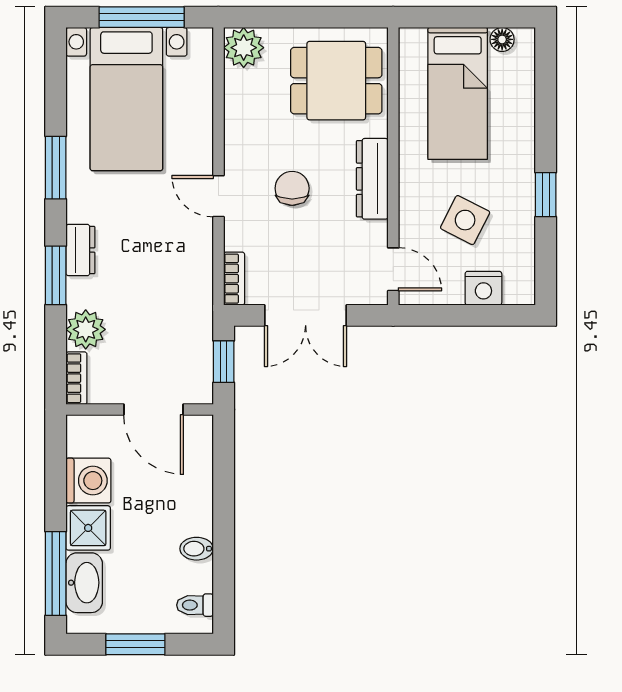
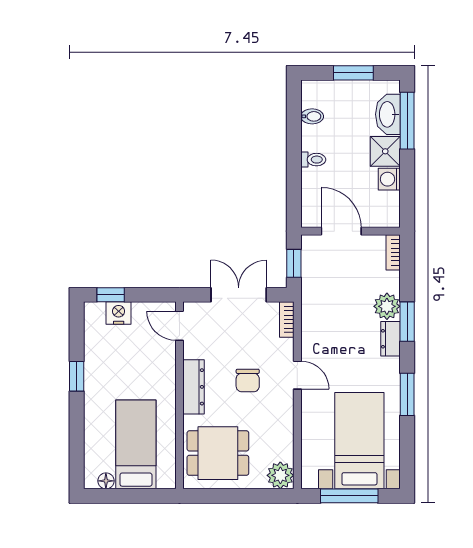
side table: (465, 220) -> (131, 359), removed
window: (495, 315) -> (111, 295), added
plant: (86, 329) -> (387, 306), moved
washing machine: (88, 481) -> (389, 179), width x0.73, depth x0.73
bidet: (197, 549) -> (312, 116), moved
toilet: (195, 605) -> (313, 160), moved

